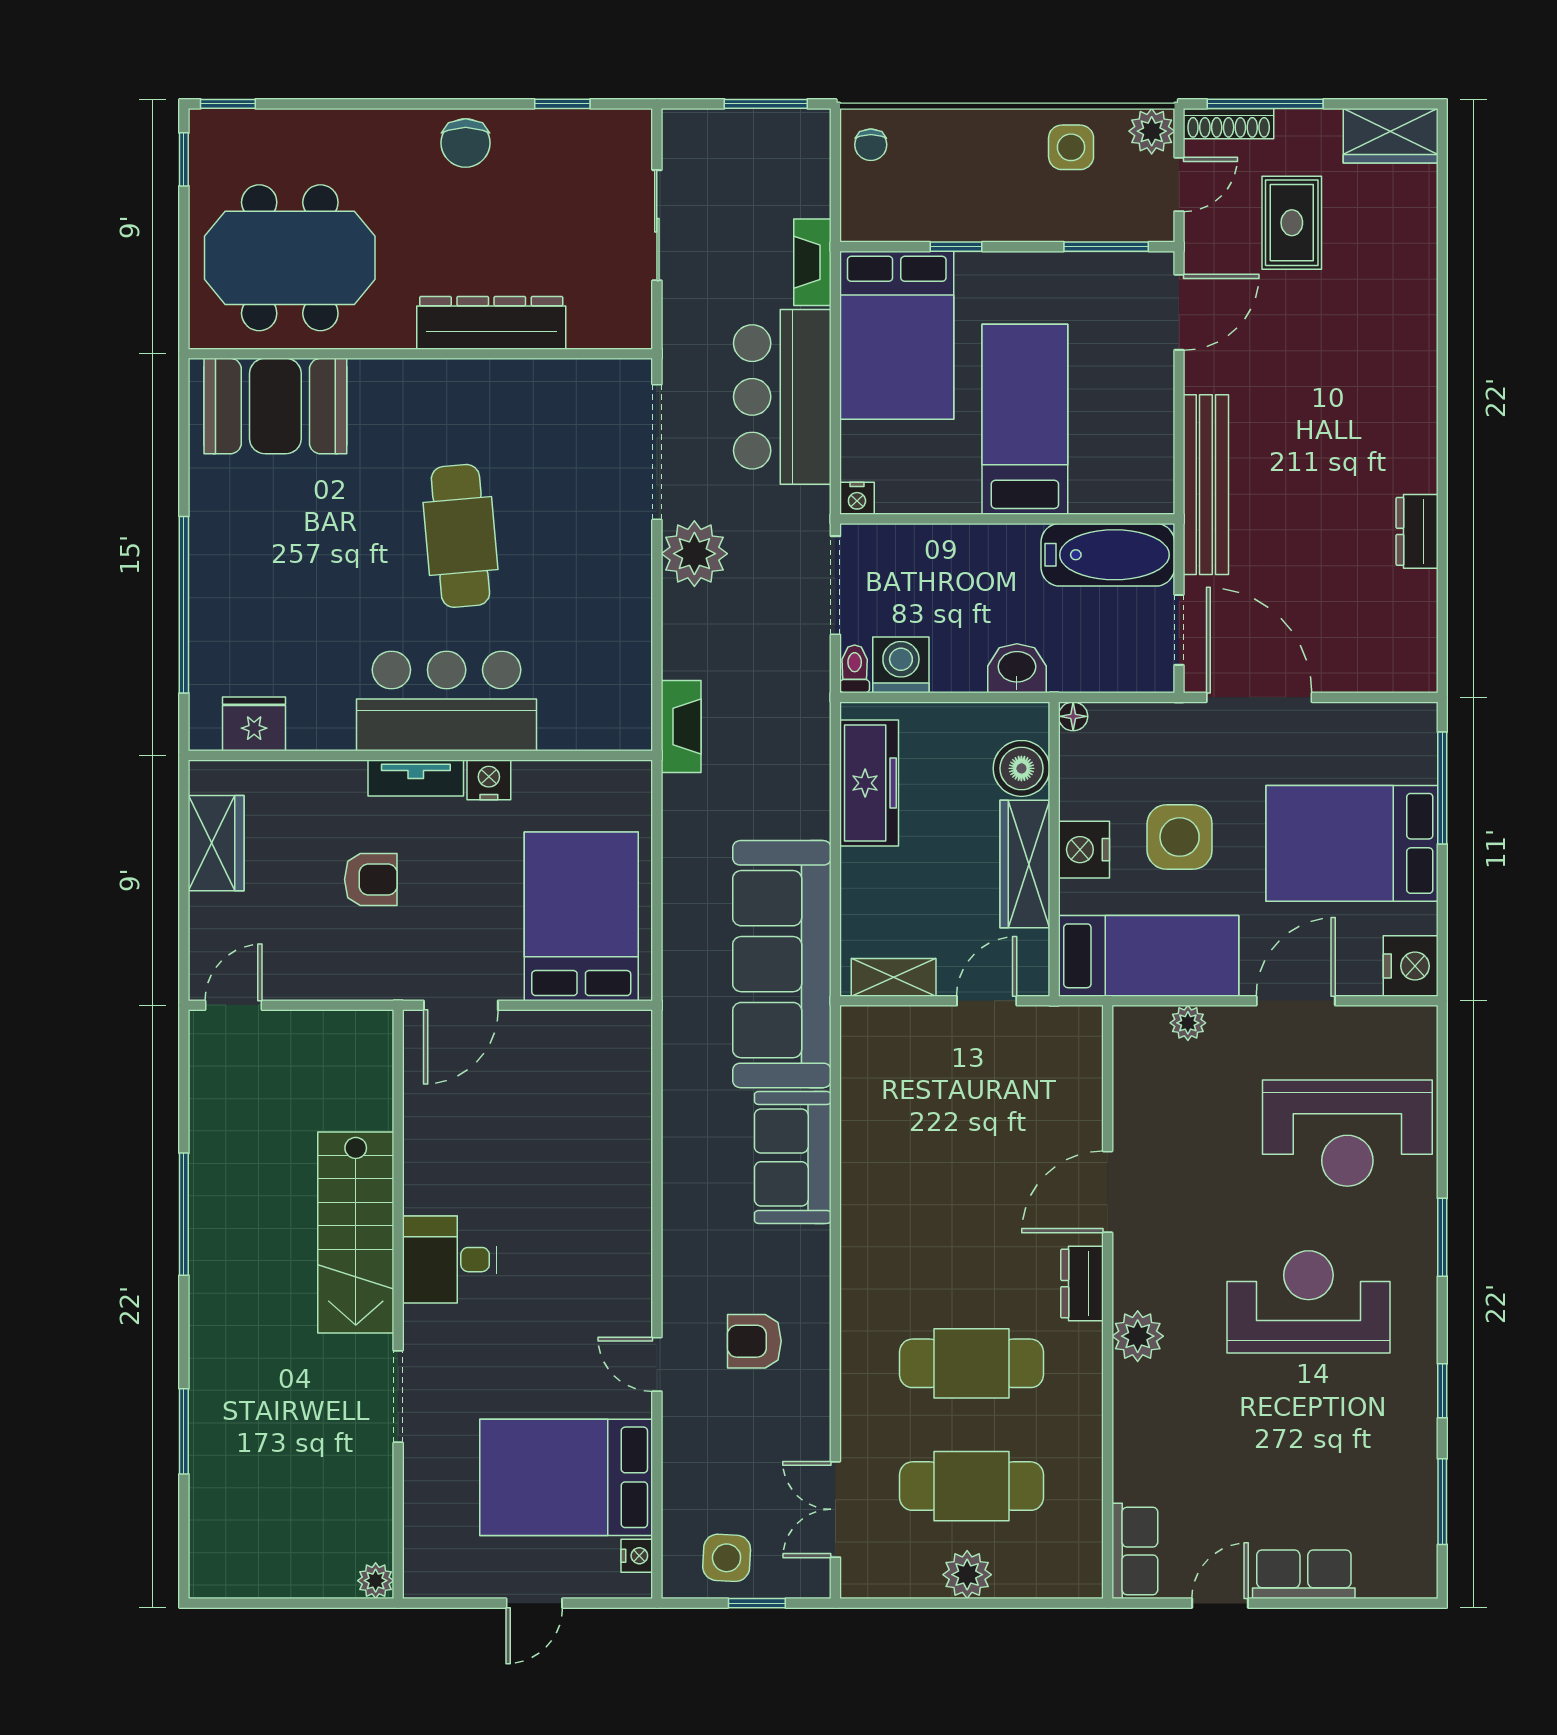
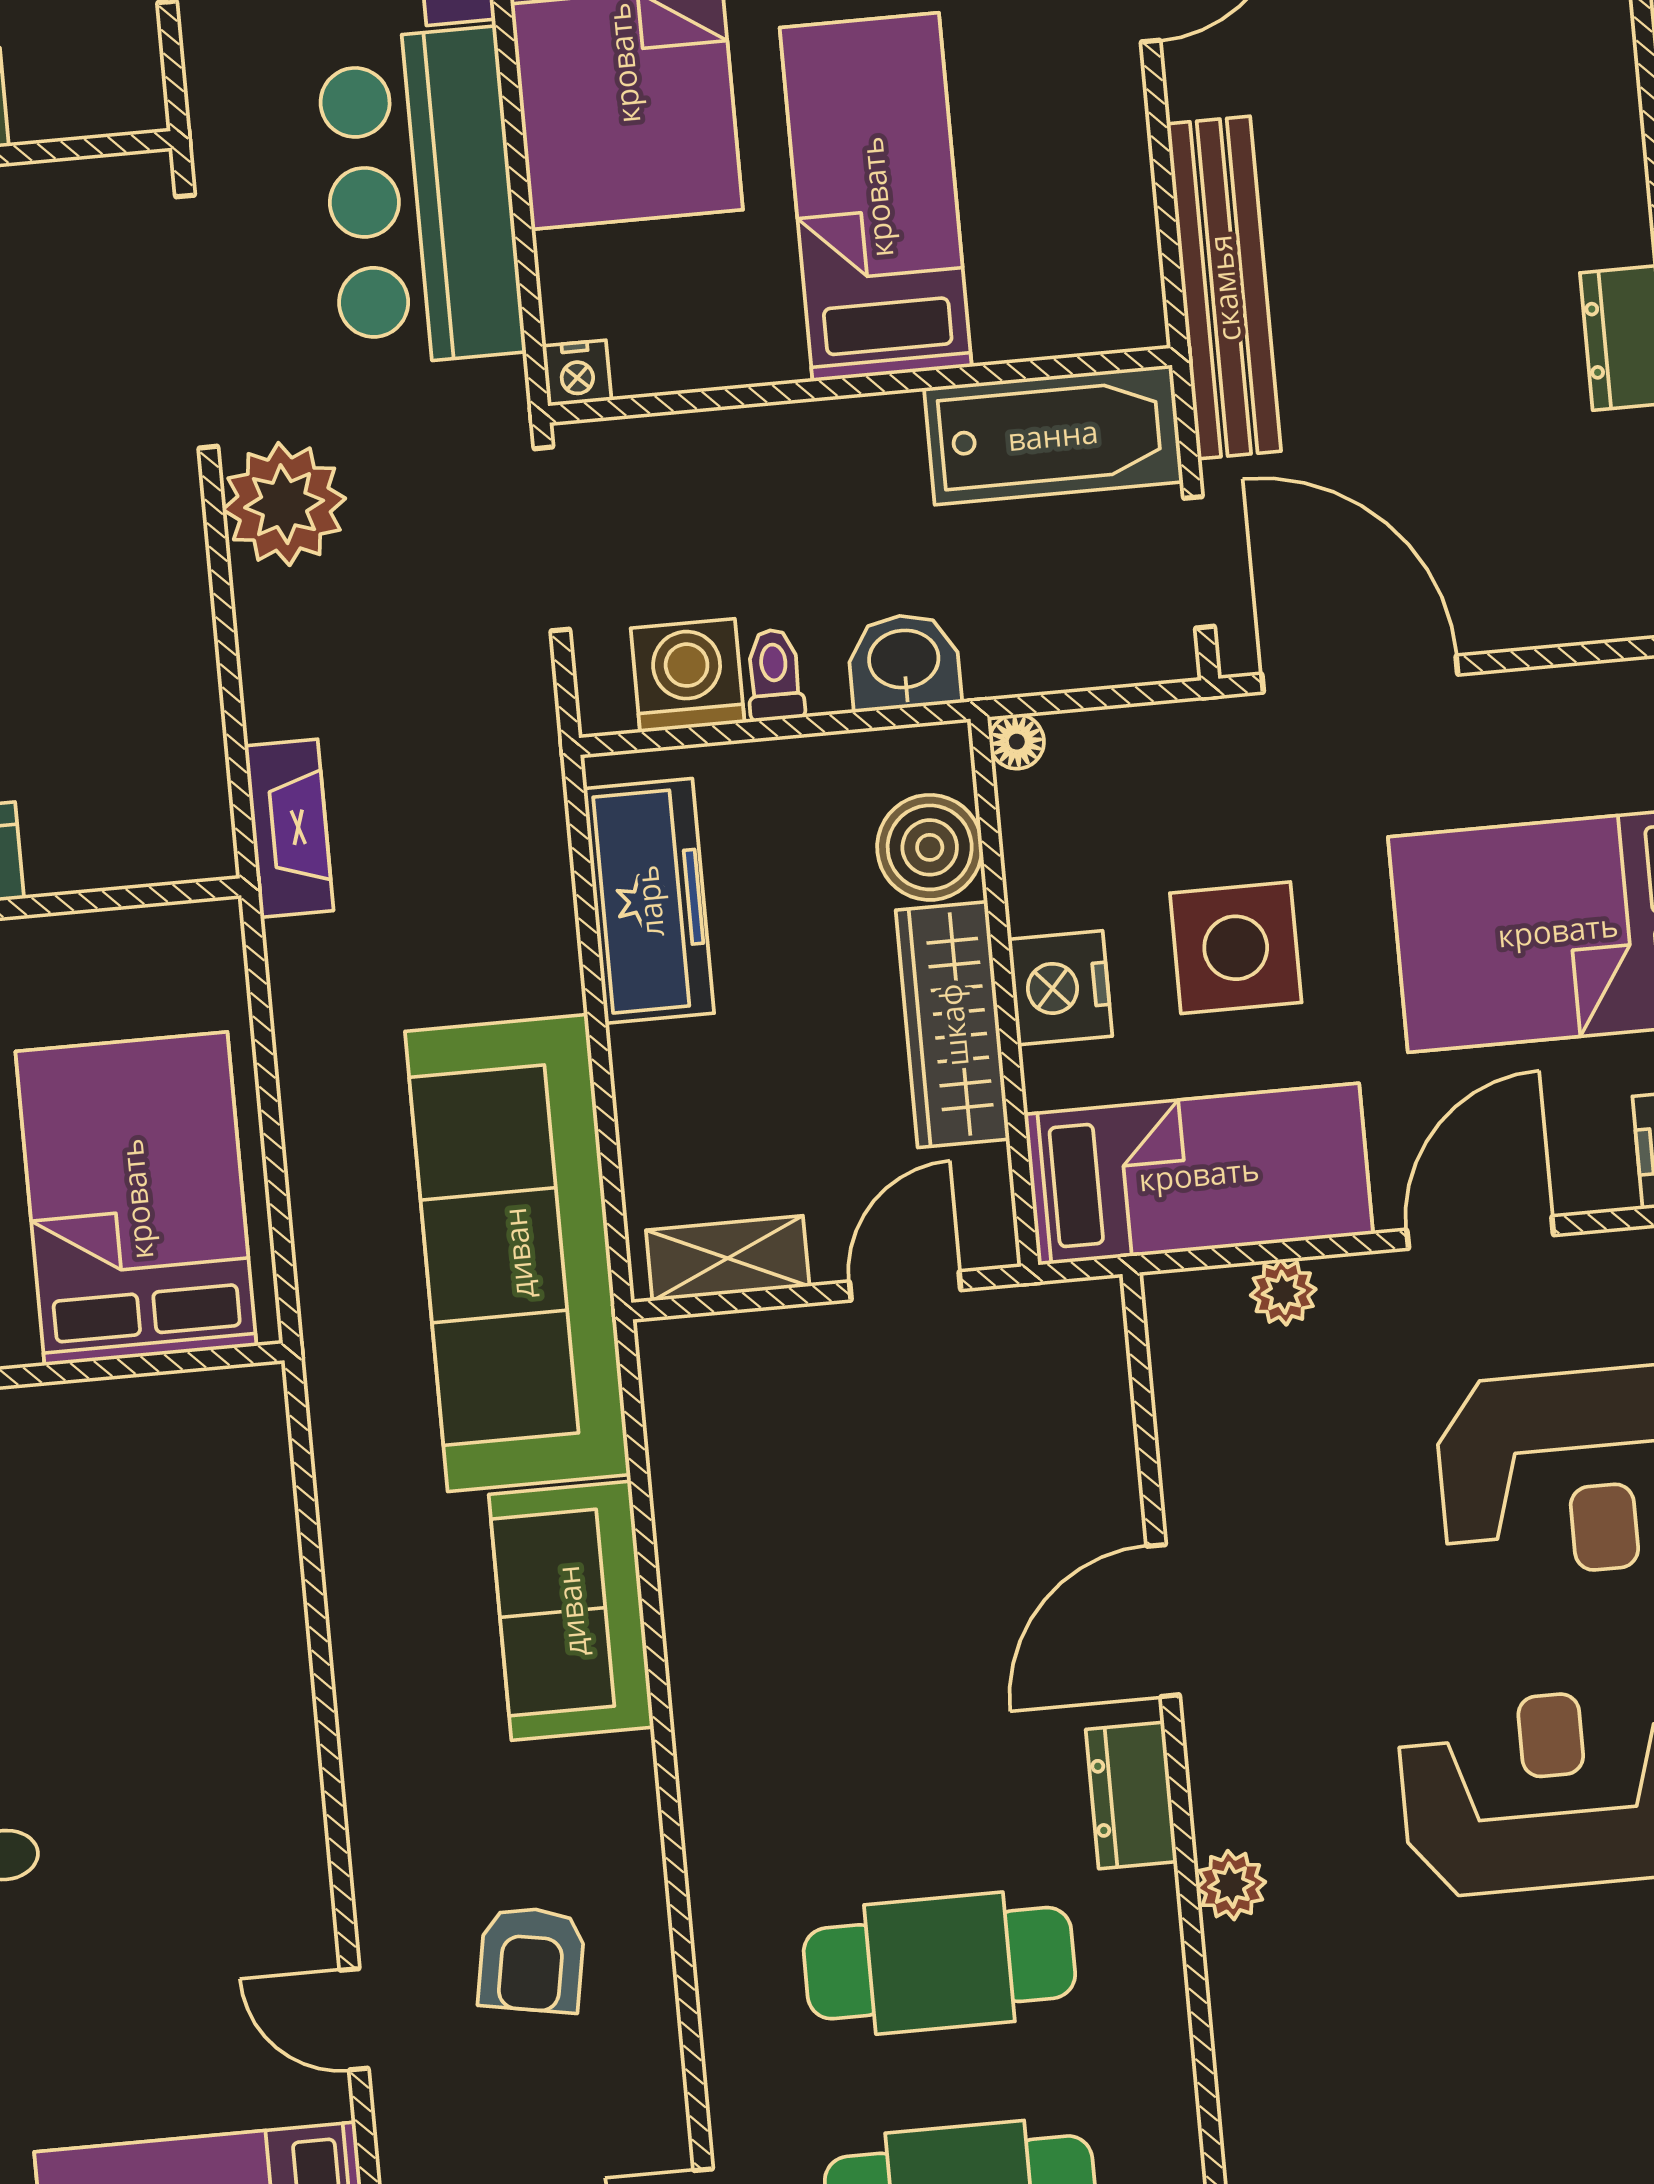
toilet: (855, 669) -> (774, 675), moved
plant: (1138, 1336) -> (1231, 1885), width x0.73, depth x0.73
armchair: (754, 1341) -> (531, 1959), turned -80

